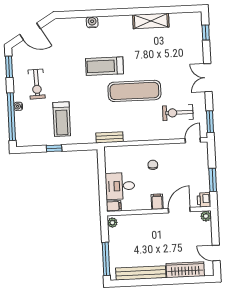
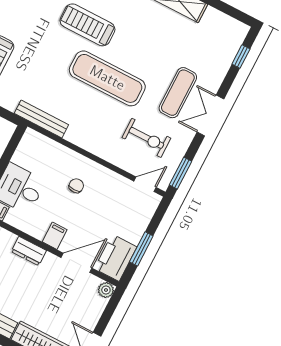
exercise mat: (181, 75) -> (178, 93), added
exercise bike: (178, 113) -> (146, 138), turned 180
bench: (109, 137) -> (41, 119), width x1.36
printer: (204, 200) -> (116, 258), width x1.87, depth x1.48
dresser: (147, 220) -> (29, 251), added

